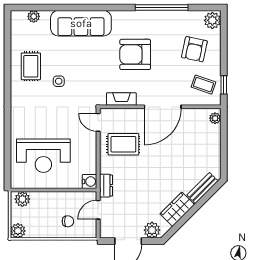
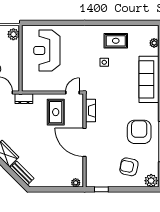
armchair: (135, 54) -> (139, 132), moved
coffee table: (204, 85) -> (102, 174), removed
water cooler: (90, 181) -> (27, 86), removed

